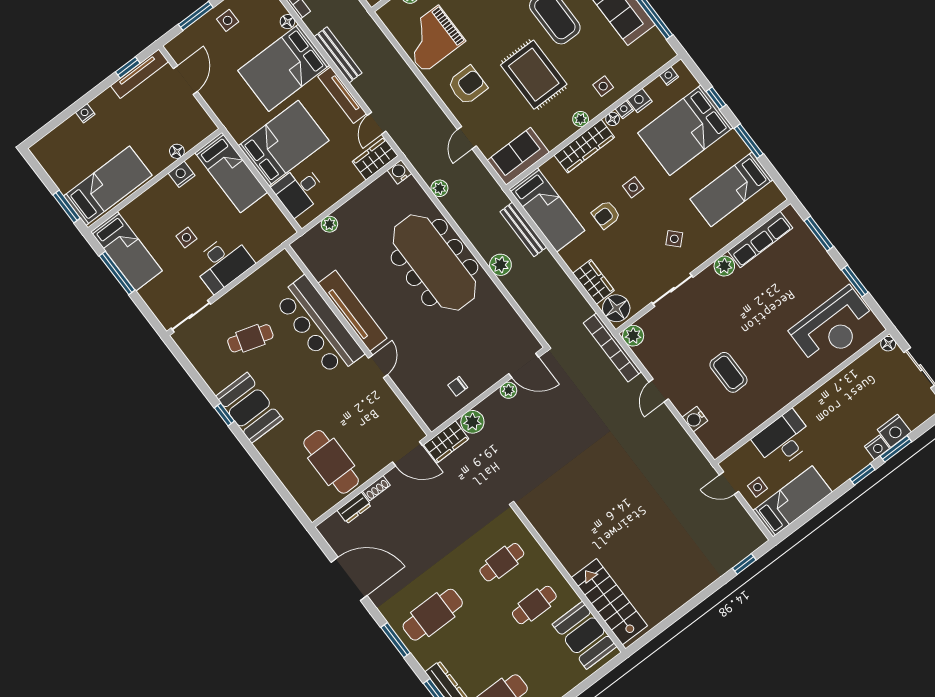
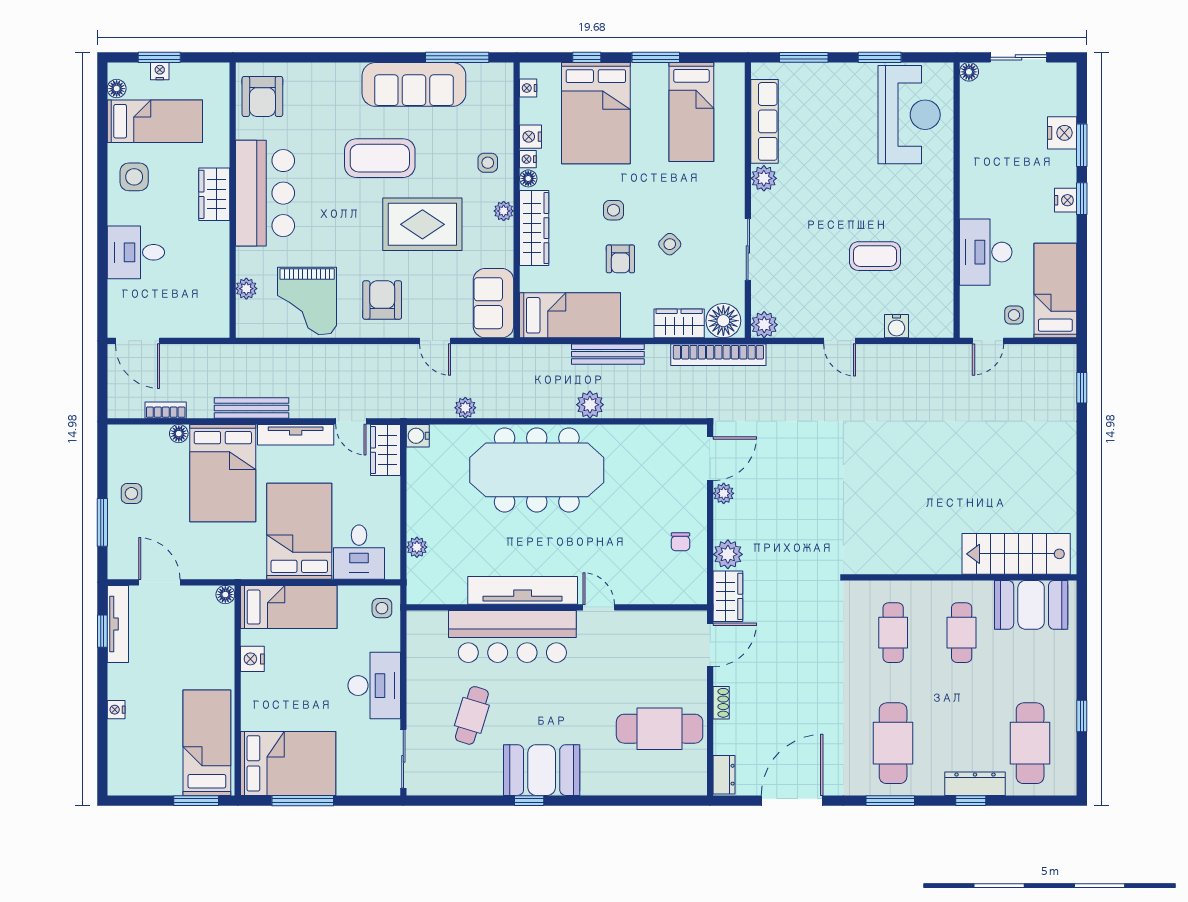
floor lamp: (177, 151) -> (225, 595), moved
bench: (523, 229) -> (608, 354), moved
side table: (186, 237) -> (382, 608), moved
side table: (674, 239) -> (670, 244), moved
bed: (127, 251) -> (288, 763), width x1.50
bookcase: (612, 347) -> (718, 355), moved
nightstand: (877, 447) -> (1066, 200), moved
dresser: (354, 508) -> (724, 775), moved

